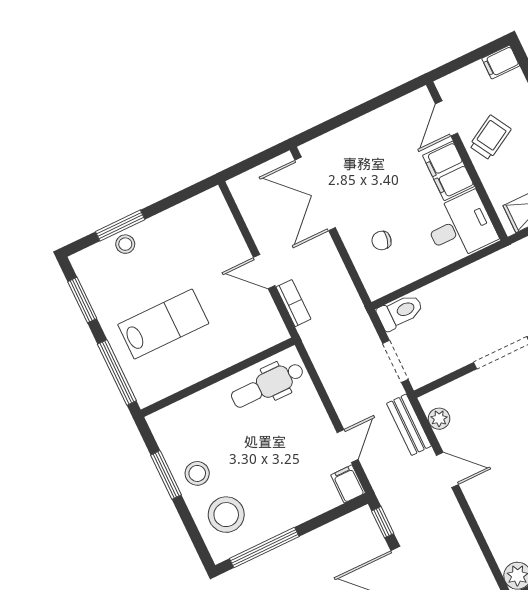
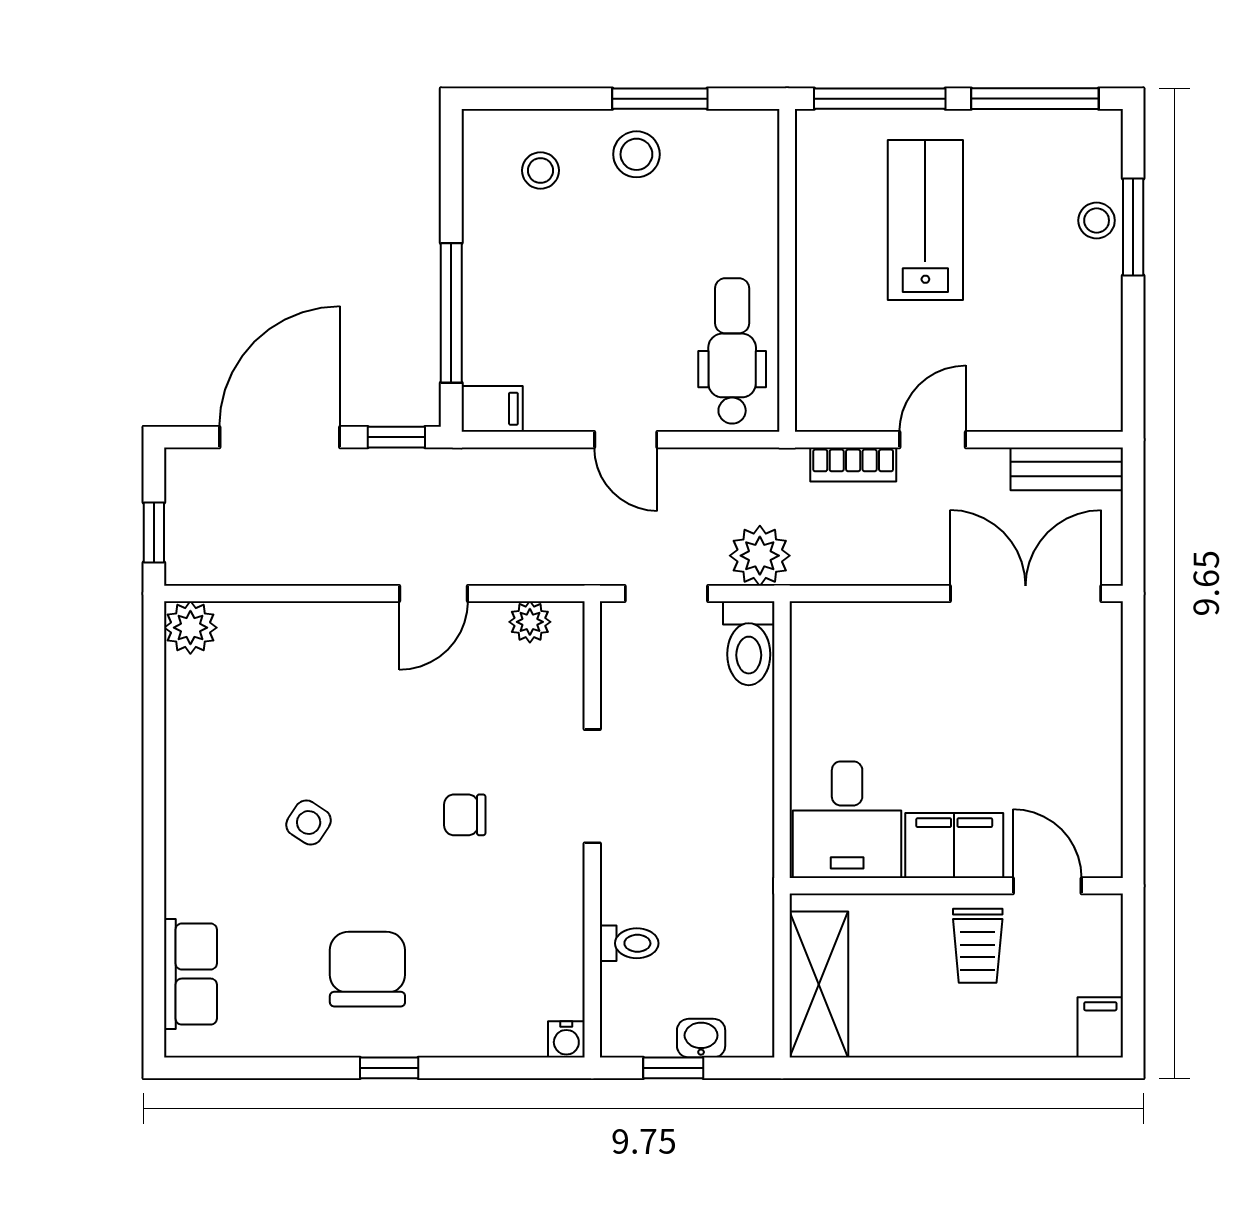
trolley: (490, 138) -> (978, 946), turned 30
chair: (382, 241) -> (889, 671), removed
window: (82, 300) -> (1035, 99), width x1.44
lab bench: (163, 324) -> (925, 220), turned 180
plant: (357, 326) -> (760, 556), added
bench: (409, 425) -> (1067, 469), moved
door: (348, 446) -> (626, 440), moved
stool: (226, 515) -> (541, 170), width x0.53, depth x0.53
window: (264, 548) -> (451, 313), moved

